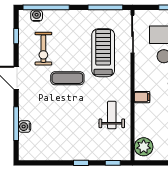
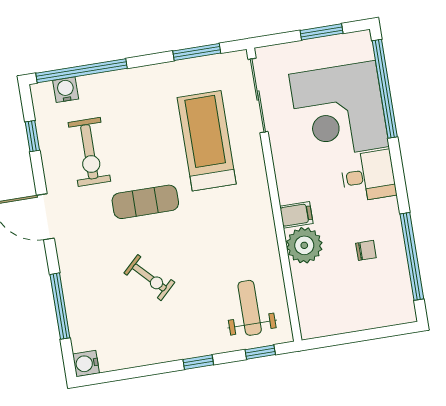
window: (105, 7) -> (197, 52), width x0.69
weight bench: (112, 115) -> (250, 308), moved
exercise bike: (63, 117) -> (149, 278), added
water cooler: (25, 127) -> (86, 363), moved
plant: (144, 147) -> (304, 245), moved

